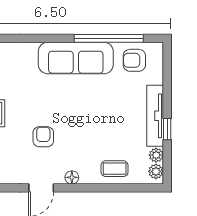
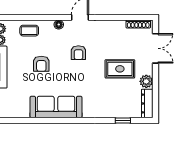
window: (109, 38) -> (33, 121), removed
armchair: (134, 60) -> (41, 64), moved, turned 90

